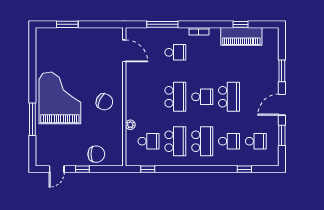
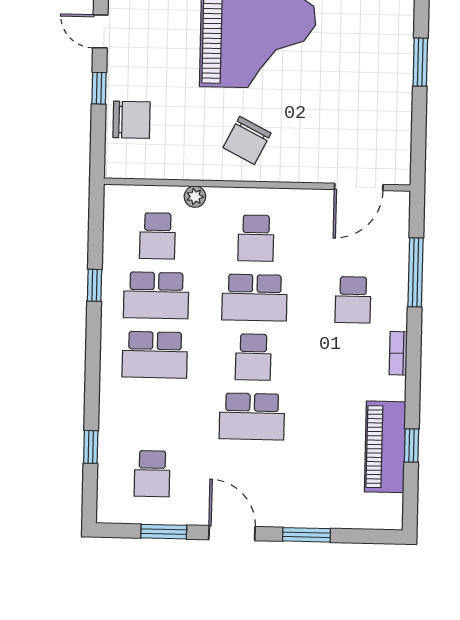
school desk: (229, 141) -> (256, 238), moved
chair: (96, 154) -> (132, 120), turned -90
window: (148, 169) -> (94, 285), moved

